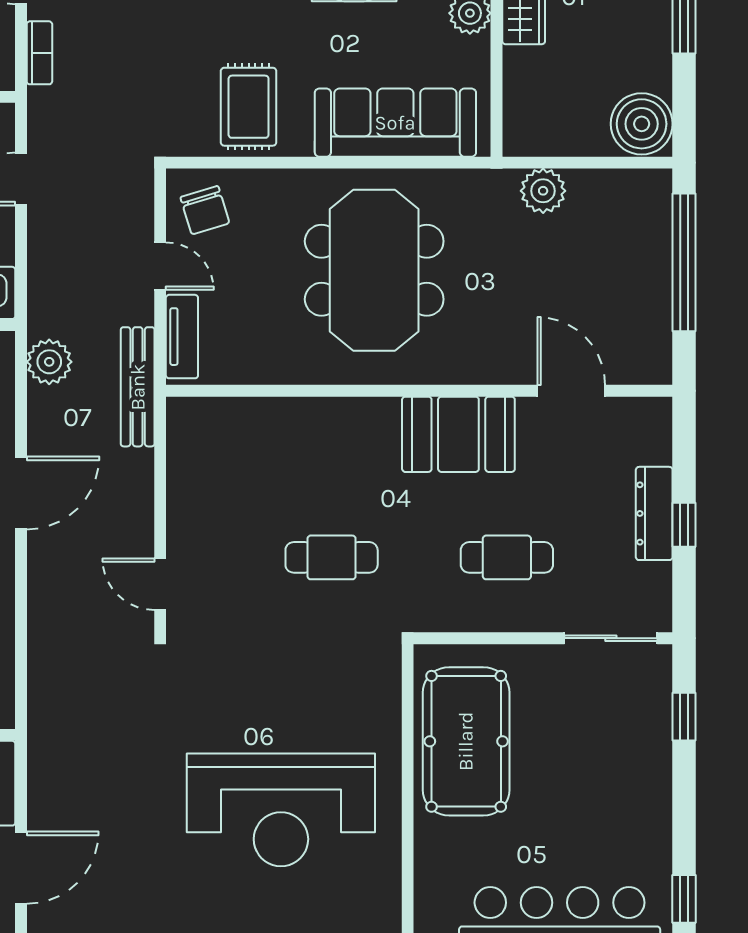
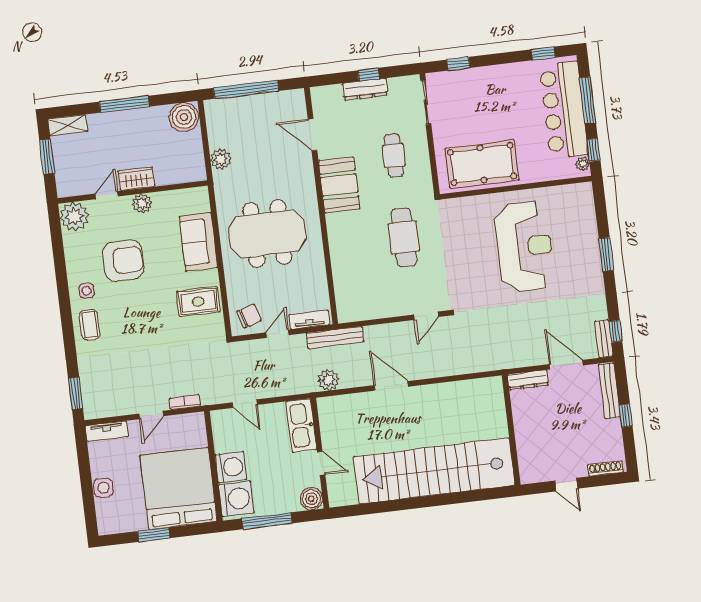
sofa: (395, 123) -> (198, 242), width x0.73
door: (571, 391) -> (312, 135), hinge flipped
cafe table: (332, 557) -> (404, 237), width x1.37, depth x1.35

